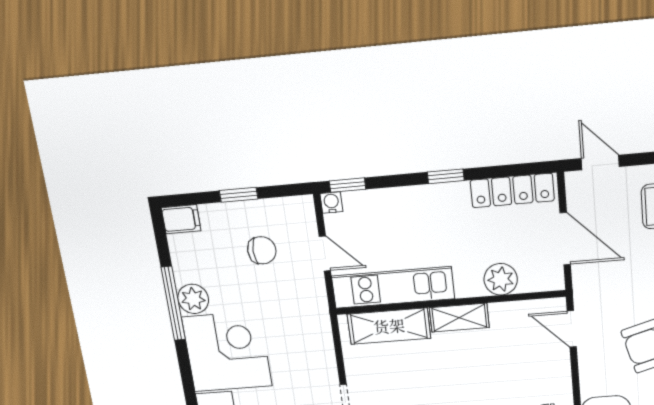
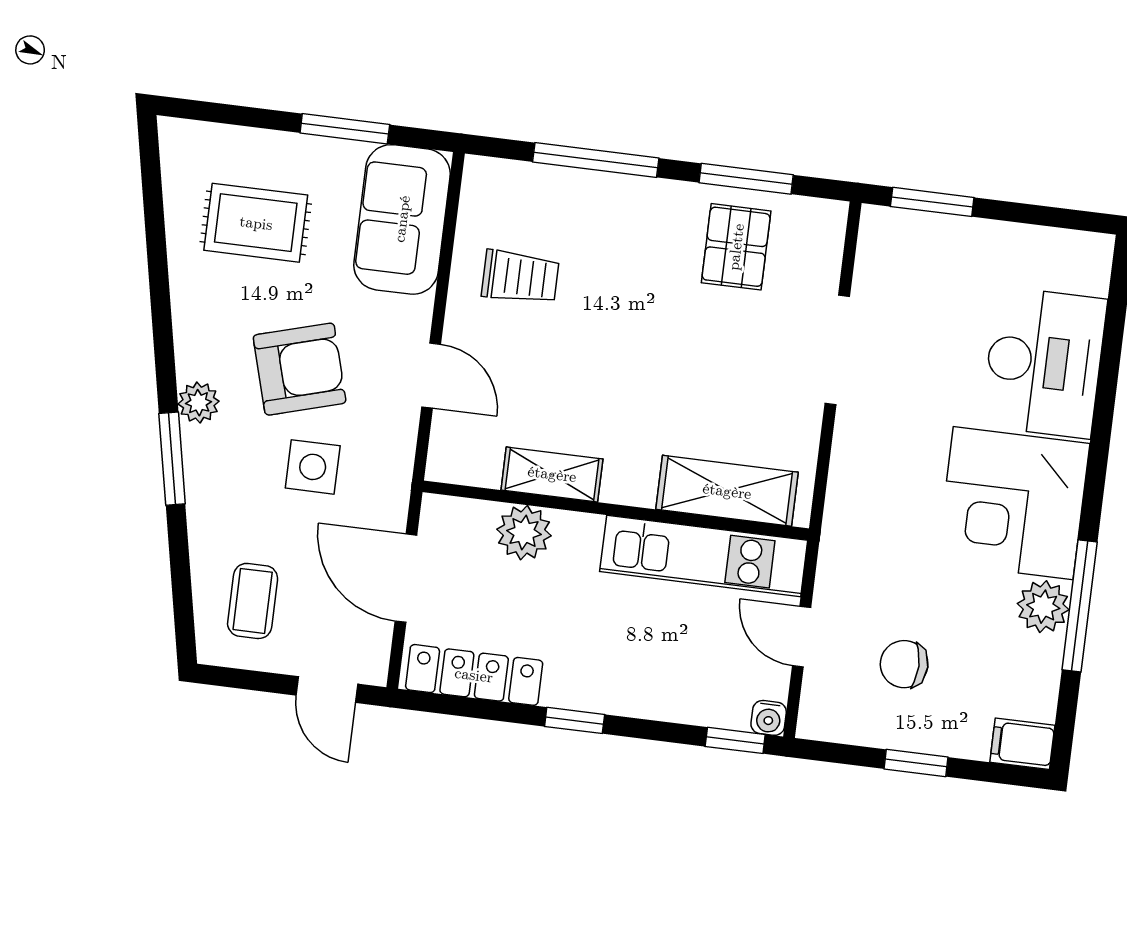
side table: (634, 291) -> (313, 467), added
shelving: (459, 318) -> (552, 474), moved
door: (572, 329) -> (431, 376), moved

